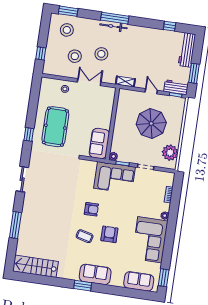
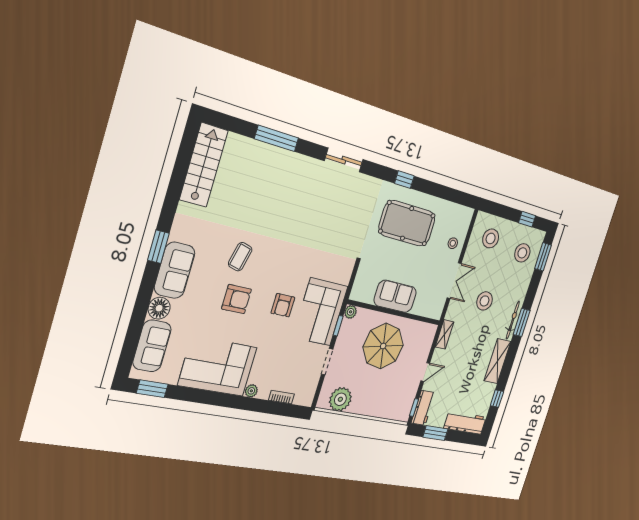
window: (115, 18) -> (522, 322), width x0.69
shelving: (143, 32) -> (497, 361), added
window: (41, 53) -> (527, 219), moved
stool: (75, 56) -> (491, 238), moved
parasol: (151, 123) -> (383, 346), moved
sofa: (99, 144) -> (395, 296), moved
armchair: (91, 209) -> (283, 305), moved
floor lamp: (117, 280) -> (159, 308), added

